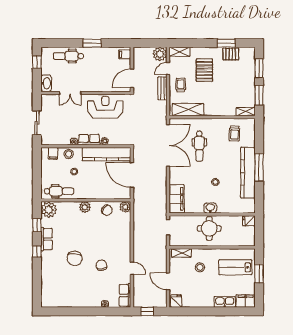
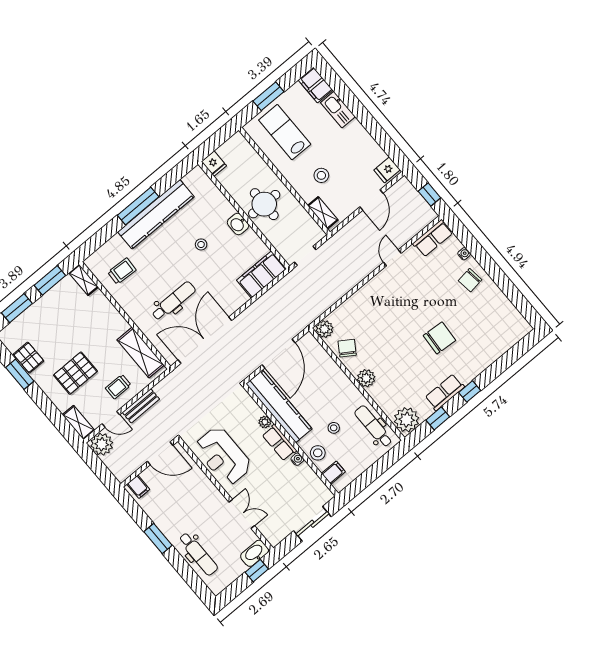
window: (37, 62) -> (257, 571), moved
chair: (101, 265) -> (470, 280), moved
lab bench: (235, 267) -> (285, 132), turned 180

